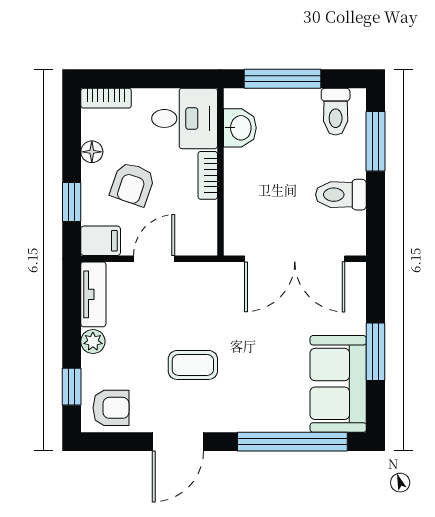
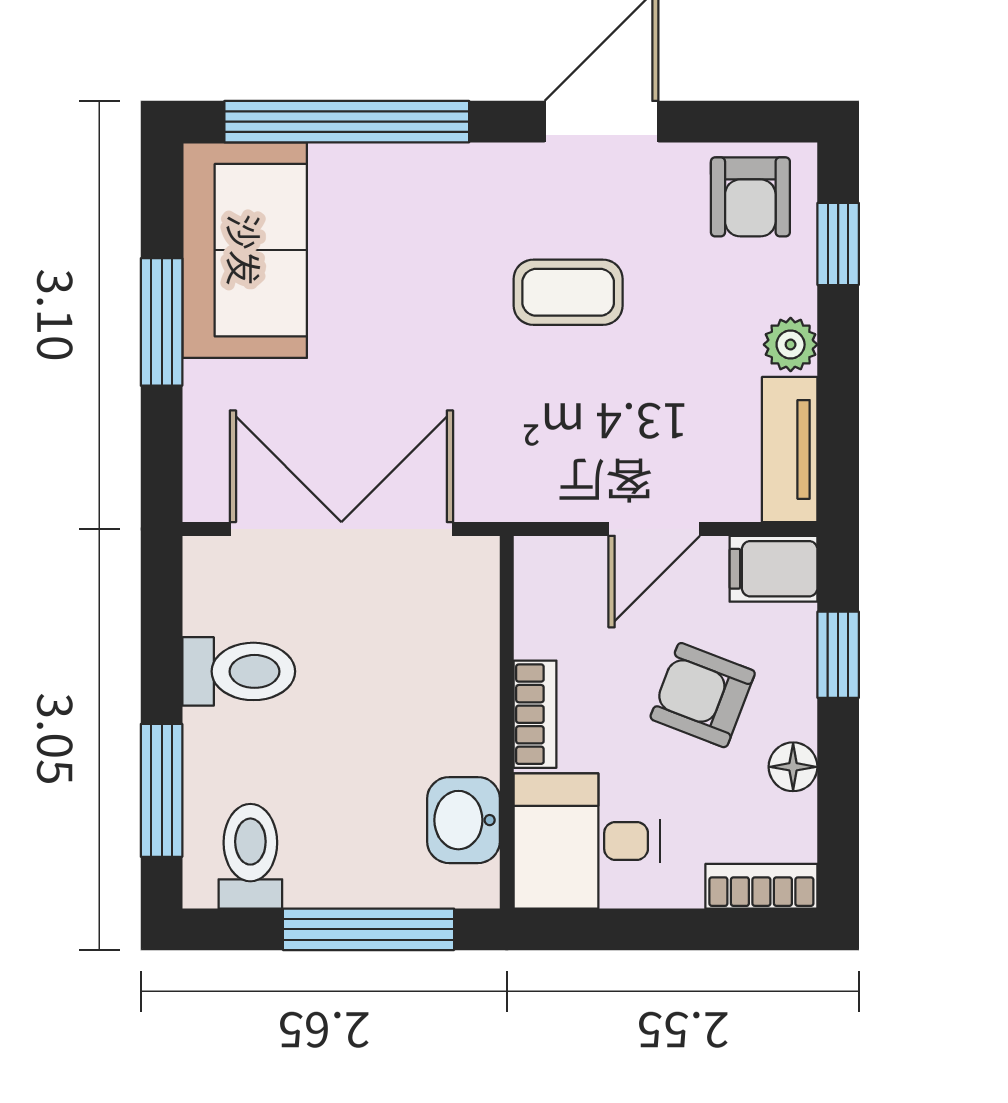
armchair: (132, 184) -> (703, 695), turned -88
armchair: (111, 408) -> (750, 197), turned -90

